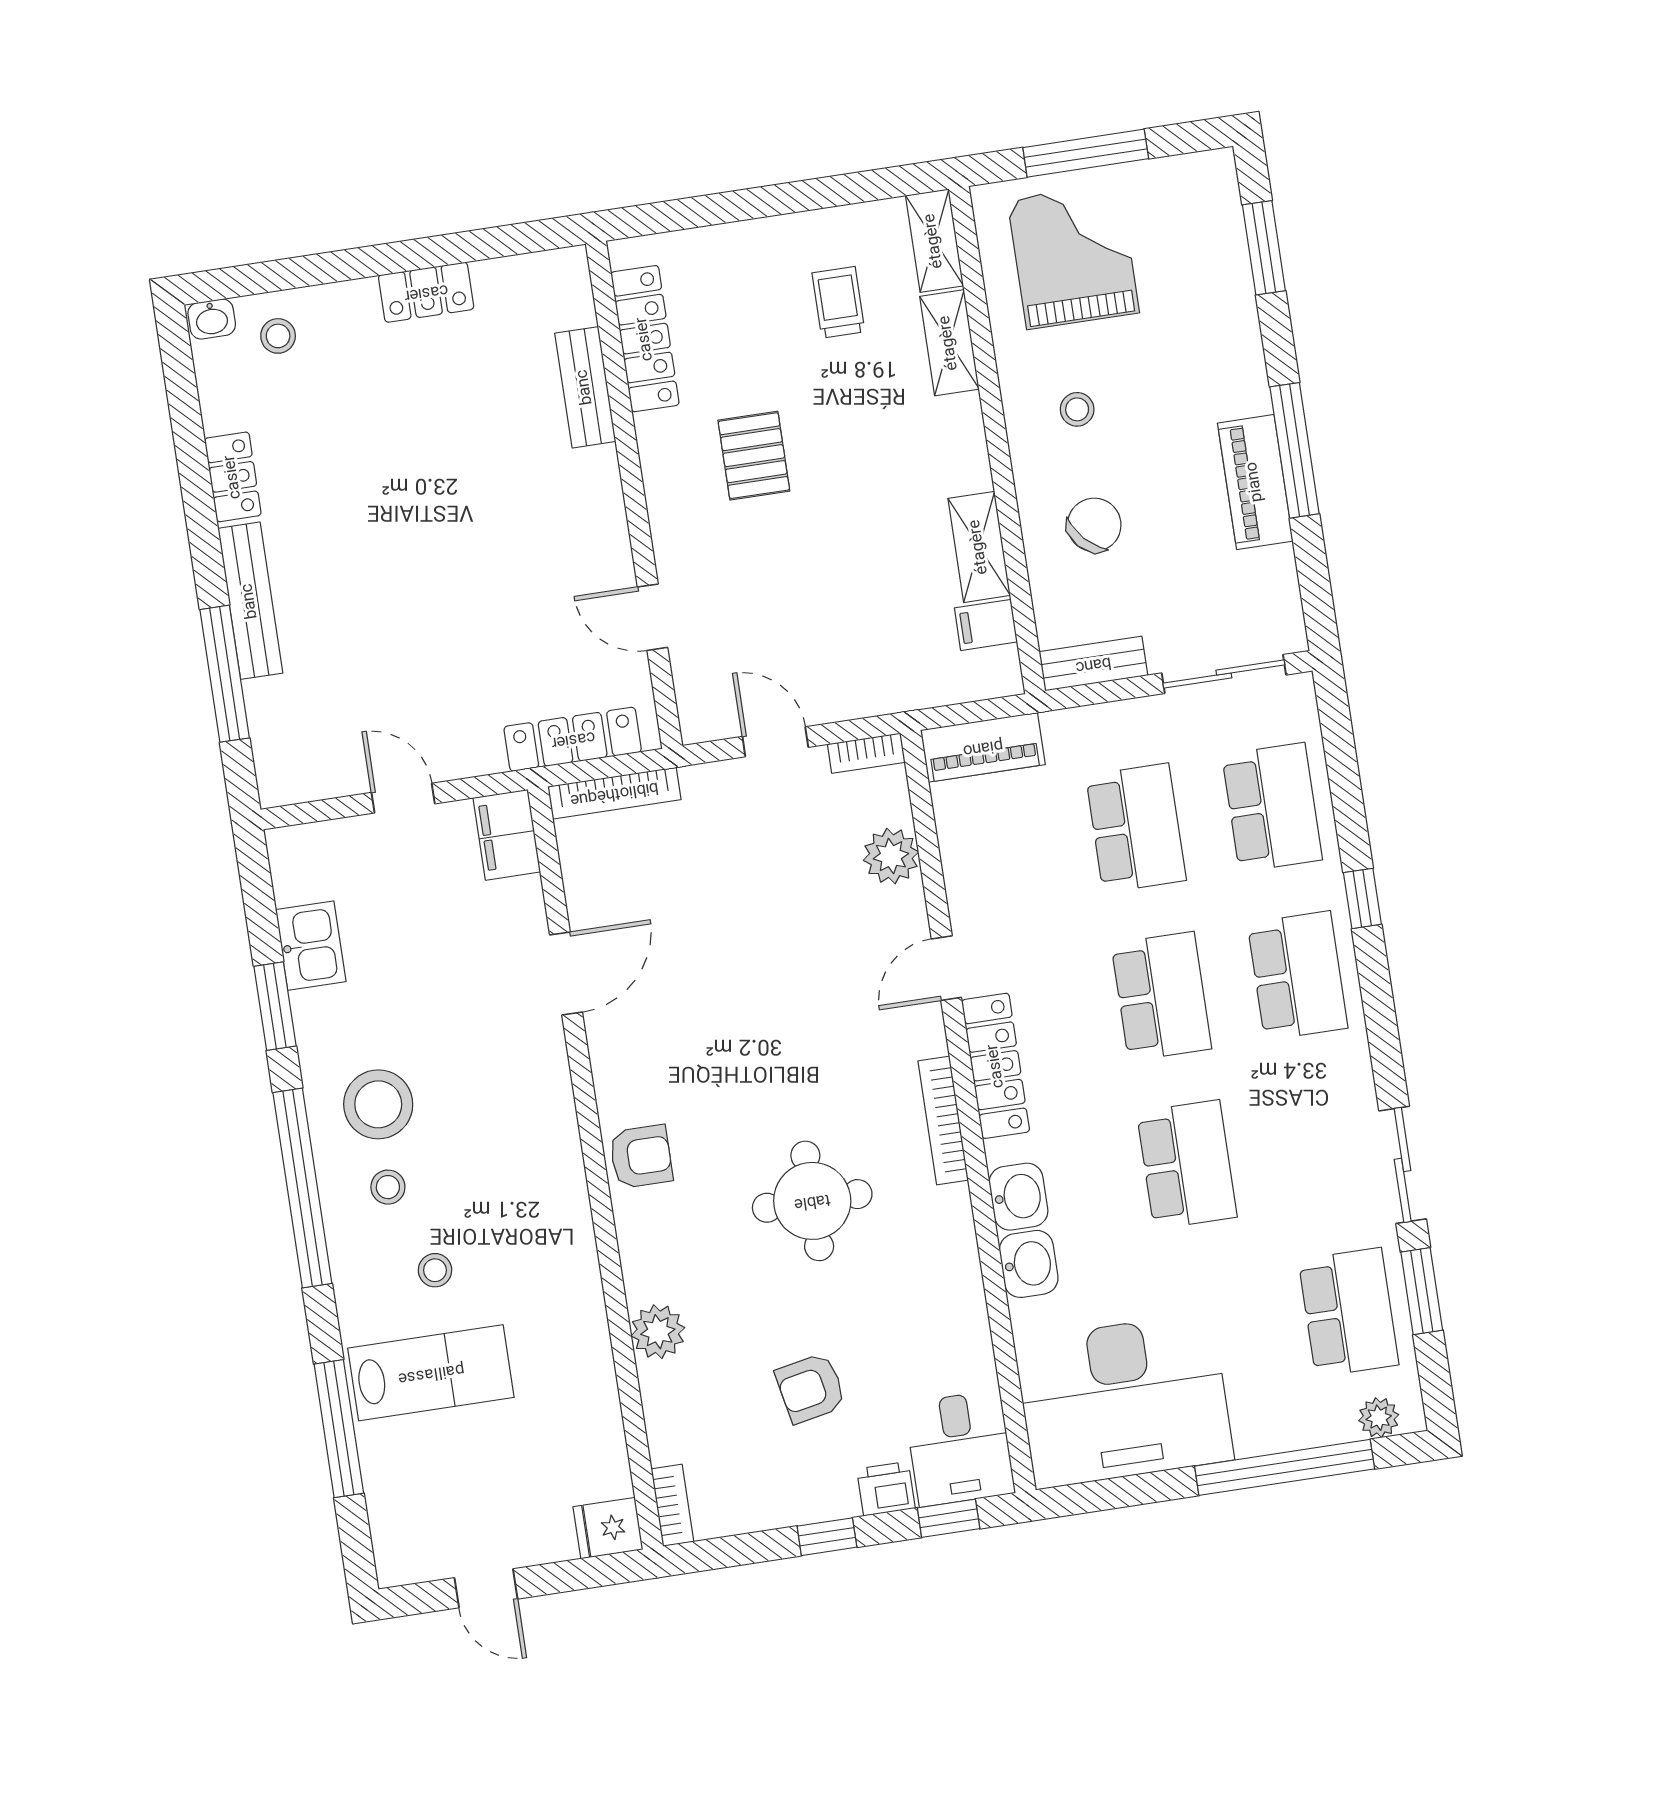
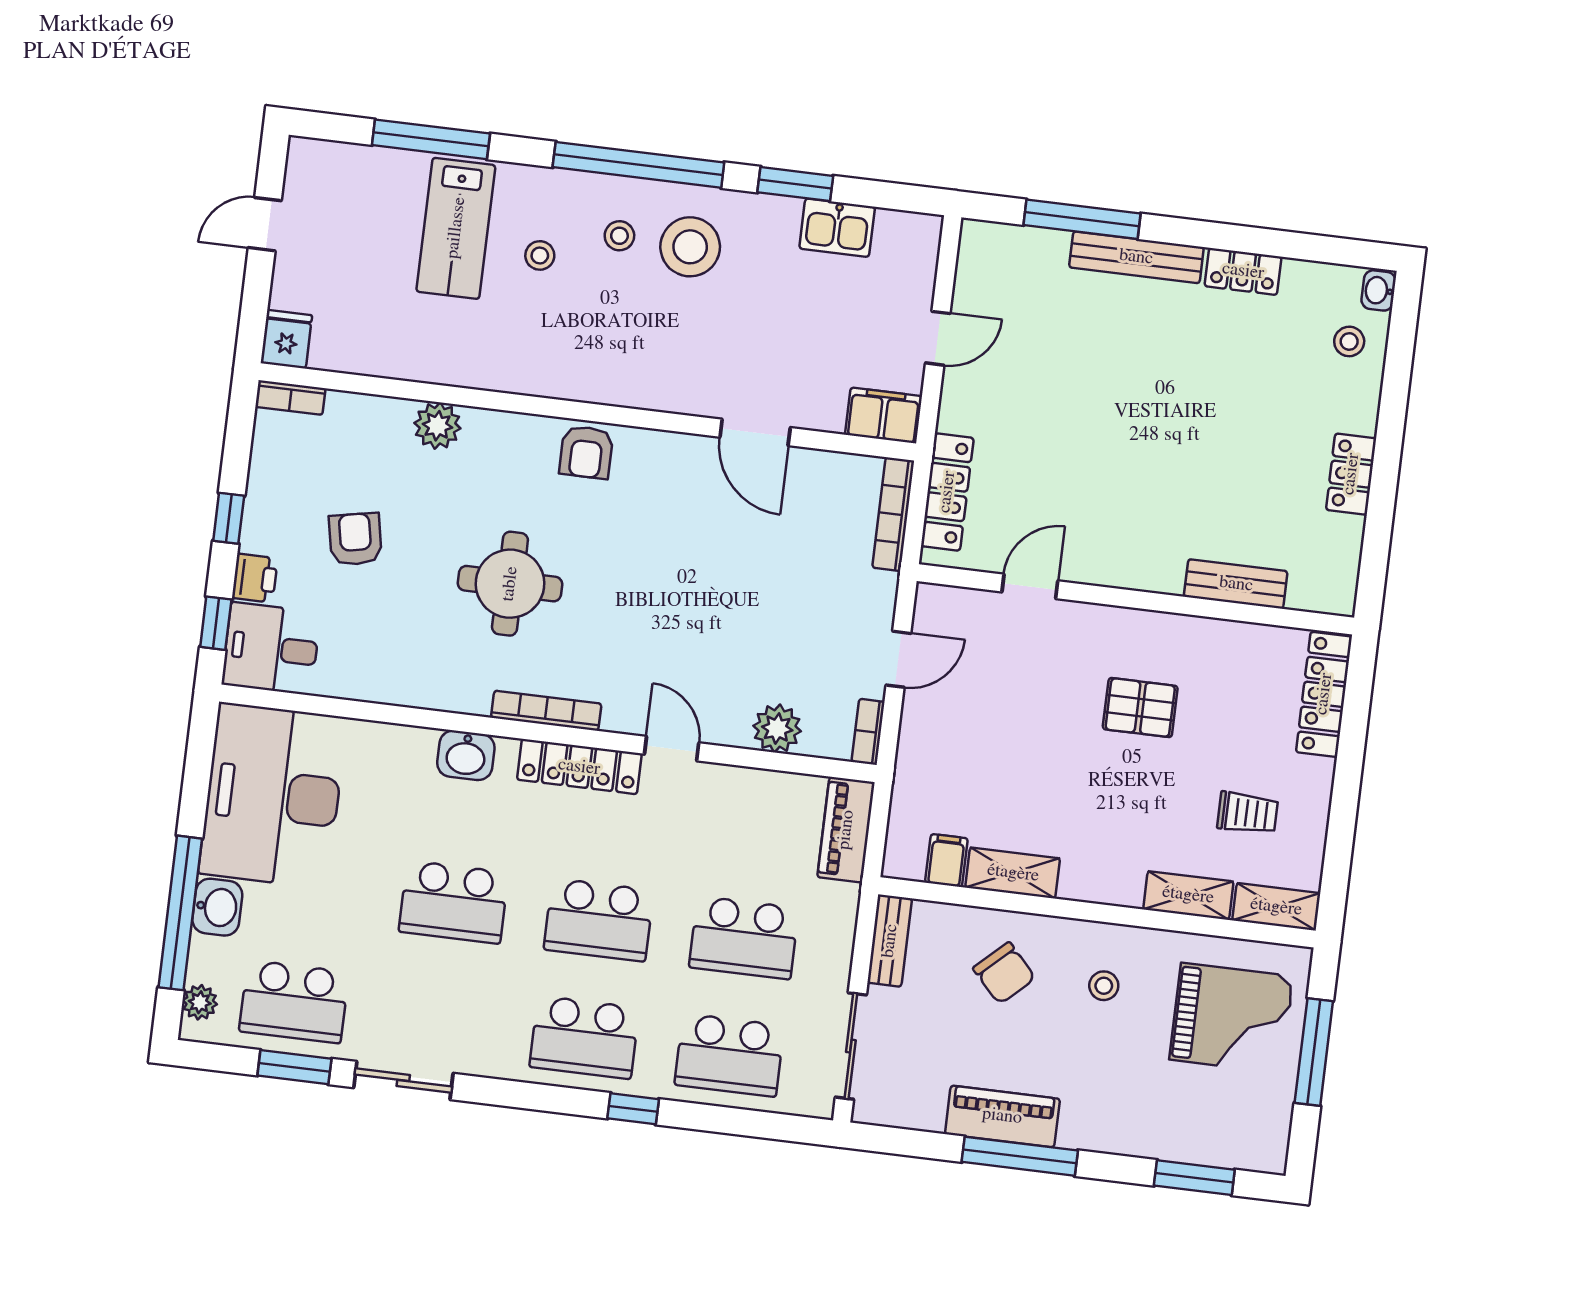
locker: (645, 339) -> (1324, 694), moved, turned 90
washbasin: (1029, 1264) -> (217, 907), moved, turned -90

